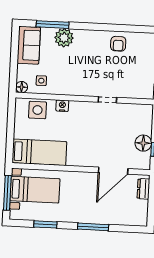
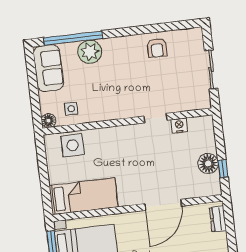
window: (53, 25) -> (73, 38), width x1.46
nightstand: (62, 106) -> (179, 126), moved
door: (113, 171) -> (163, 205), moved

